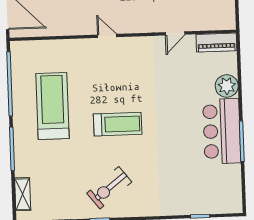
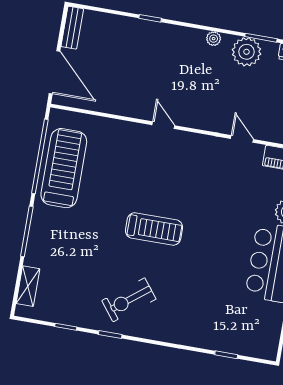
door: (175, 33) -> (242, 139), swing flipped
treadmill: (52, 106) -> (64, 168), moved

